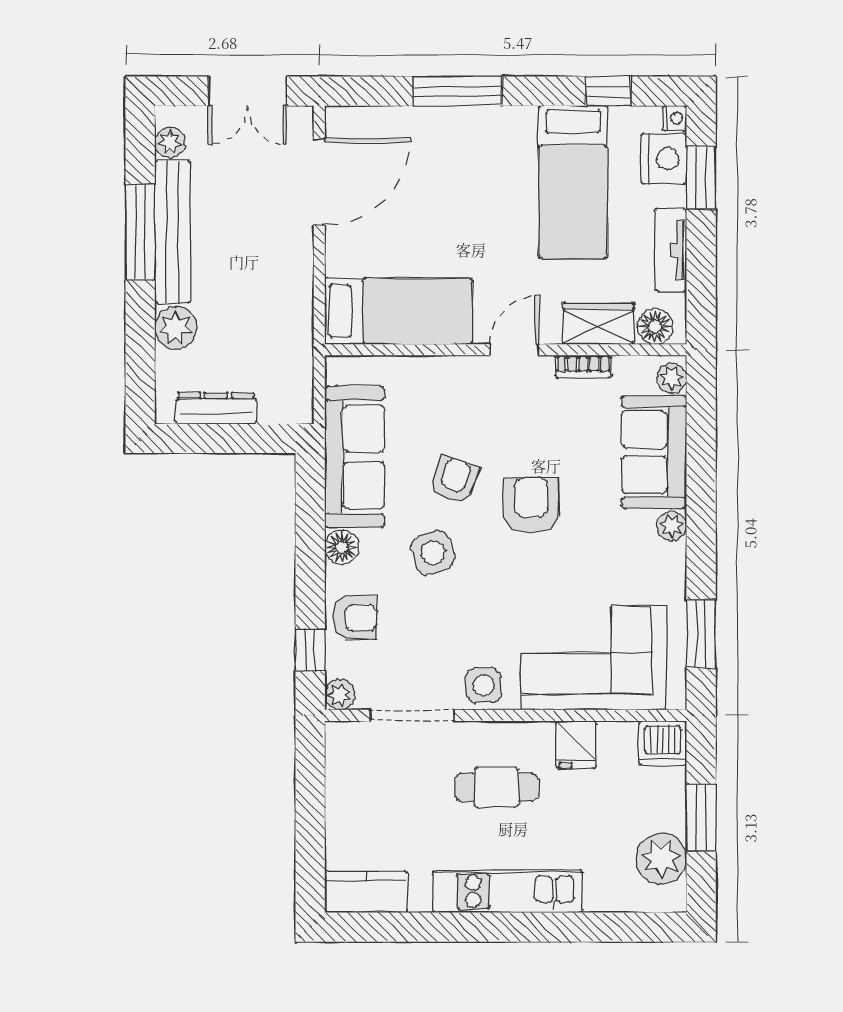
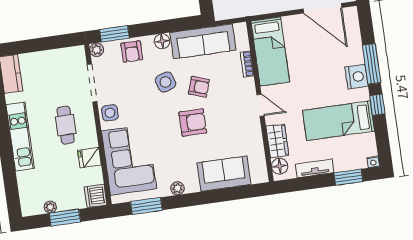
window: (608, 91) -> (377, 105), moved
nightstand: (664, 159) -> (357, 77), moved, turned -90
bookcase: (583, 367) -> (247, 64), moved
plant: (672, 378) -> (258, 177), removed
plant: (672, 526) -> (177, 188), moved
window: (310, 650) -> (115, 34), width x1.50
plant: (661, 859) -> (50, 207), width x0.53, depth x0.53

